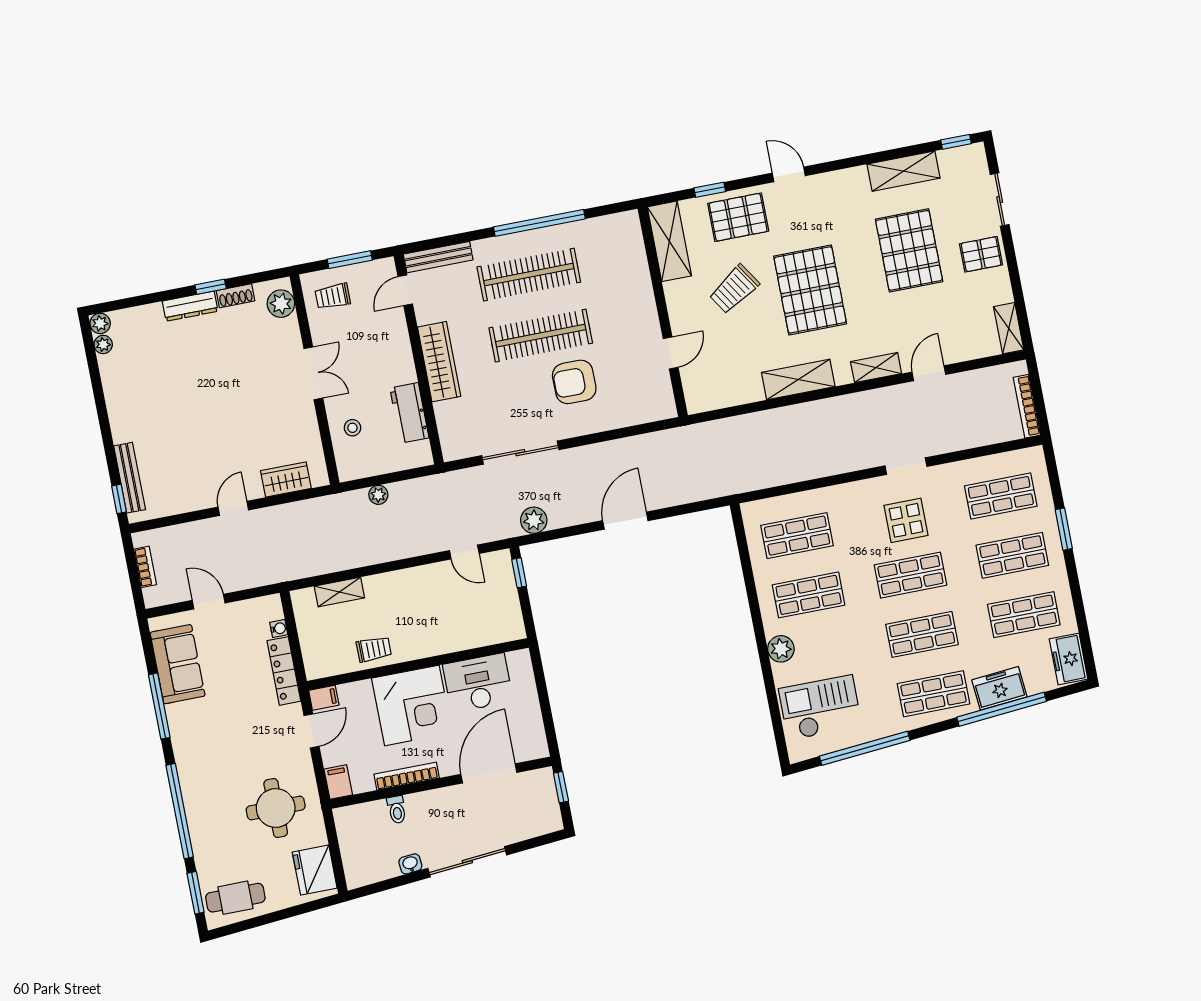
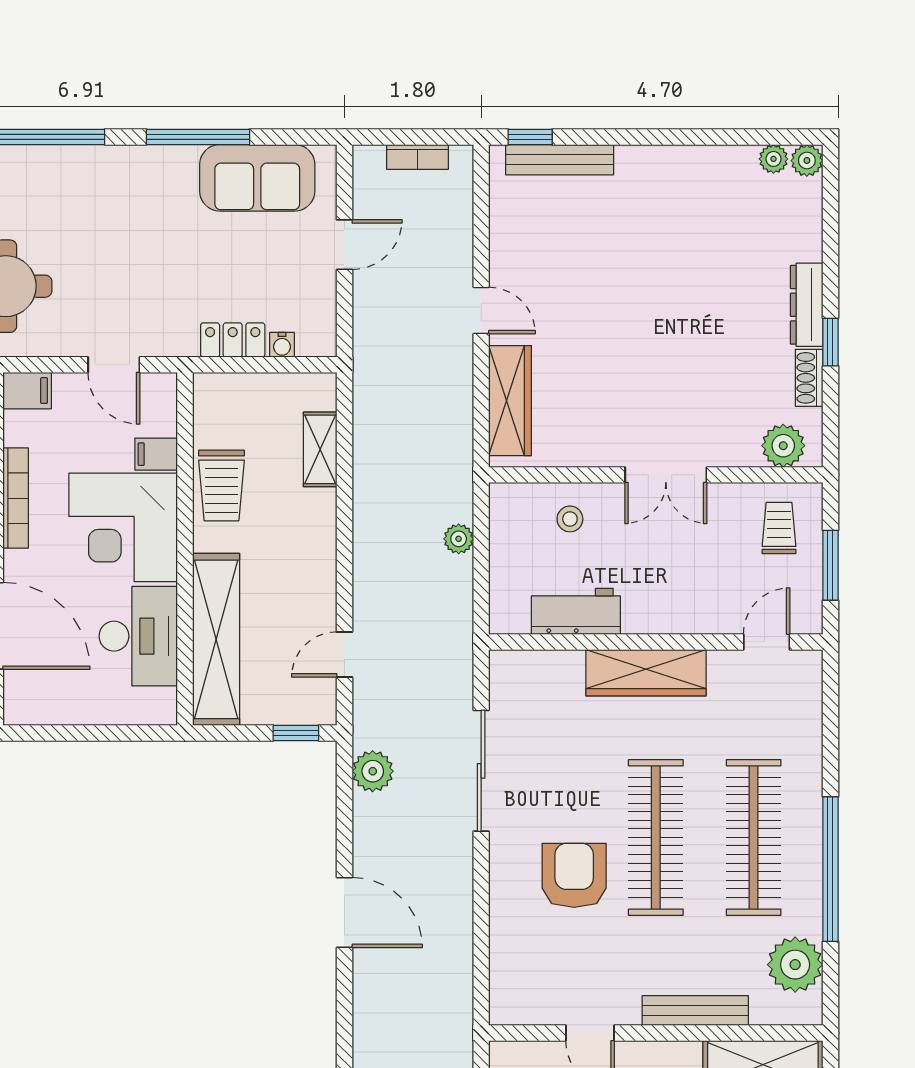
plant: (603, 233) -> (795, 965), added
bench: (438, 257) -> (695, 1010), moved, turned 90
door: (405, 290) -> (767, 642), hinge flipped
wardrobe: (286, 480) -> (510, 401), width x1.50
shelving: (470, 634) -> (216, 639), added
trolley: (374, 649) -> (222, 485), width x1.36, depth x1.39
locker: (284, 671) -> (233, 340), width x0.66
filing cabinet: (324, 698) -> (156, 454), moved, turned 90

